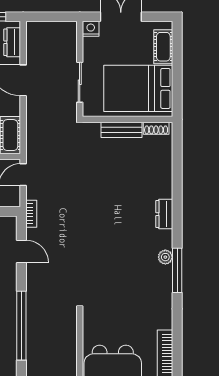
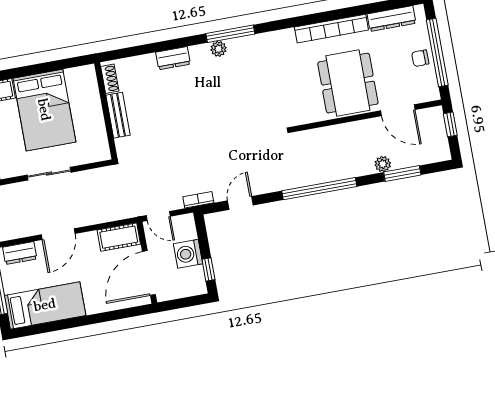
wall: (128, 119) -> (106, 111), moved
shoe rack: (156, 128) -> (110, 79), moved
bench: (122, 130) -> (118, 115), moved

